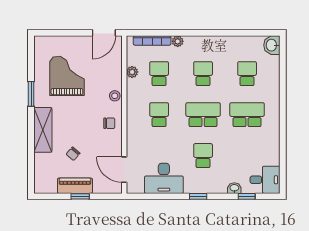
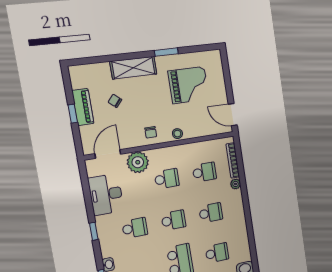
plant: (132, 72) -> (138, 162), moved, width x1.87, depth x1.87
school desk: (203, 115) -> (174, 220), width x0.54

